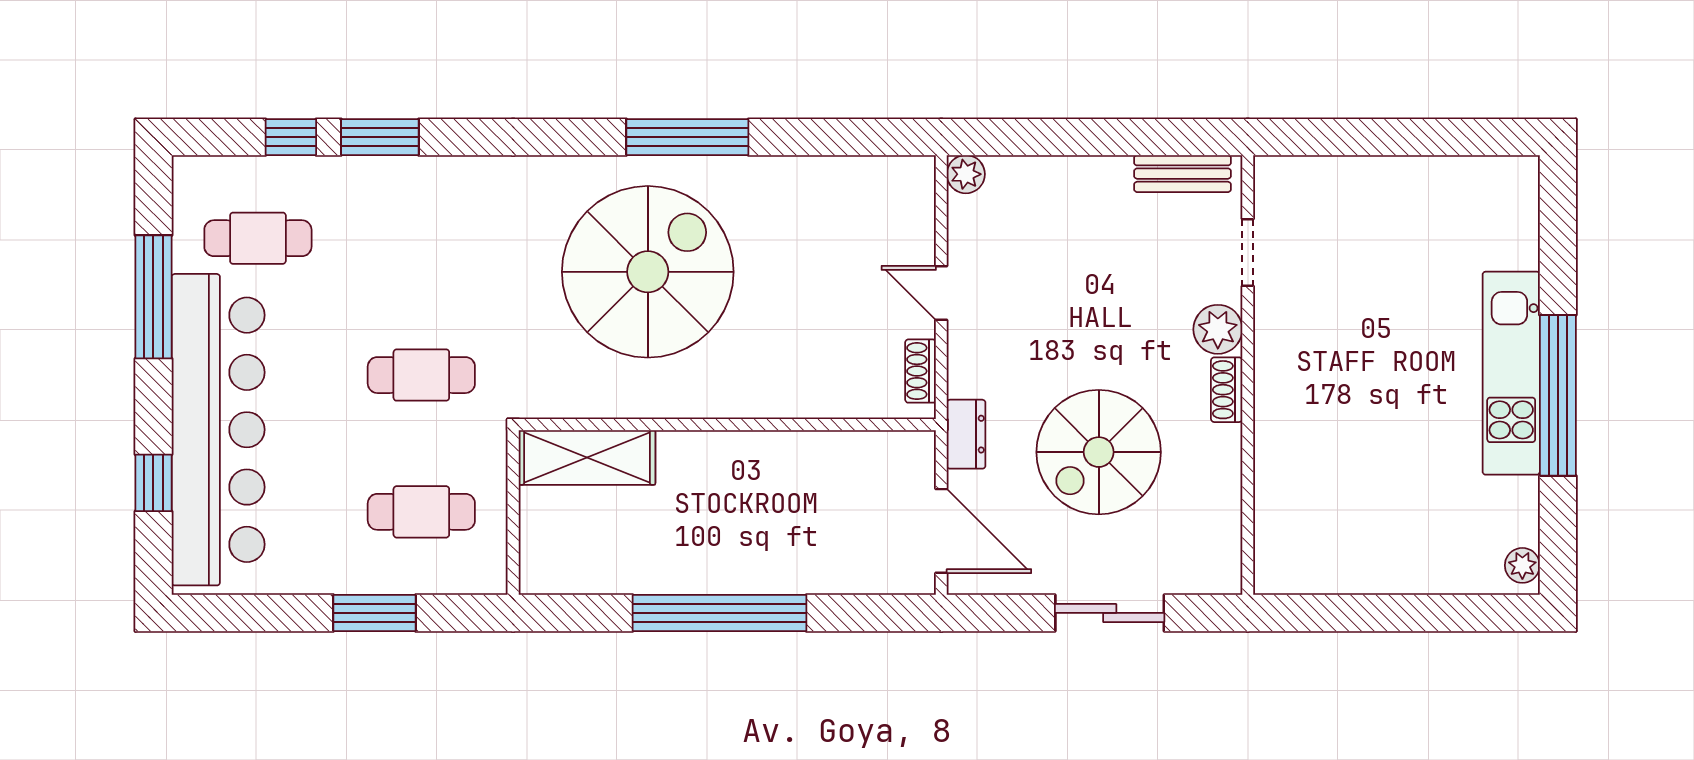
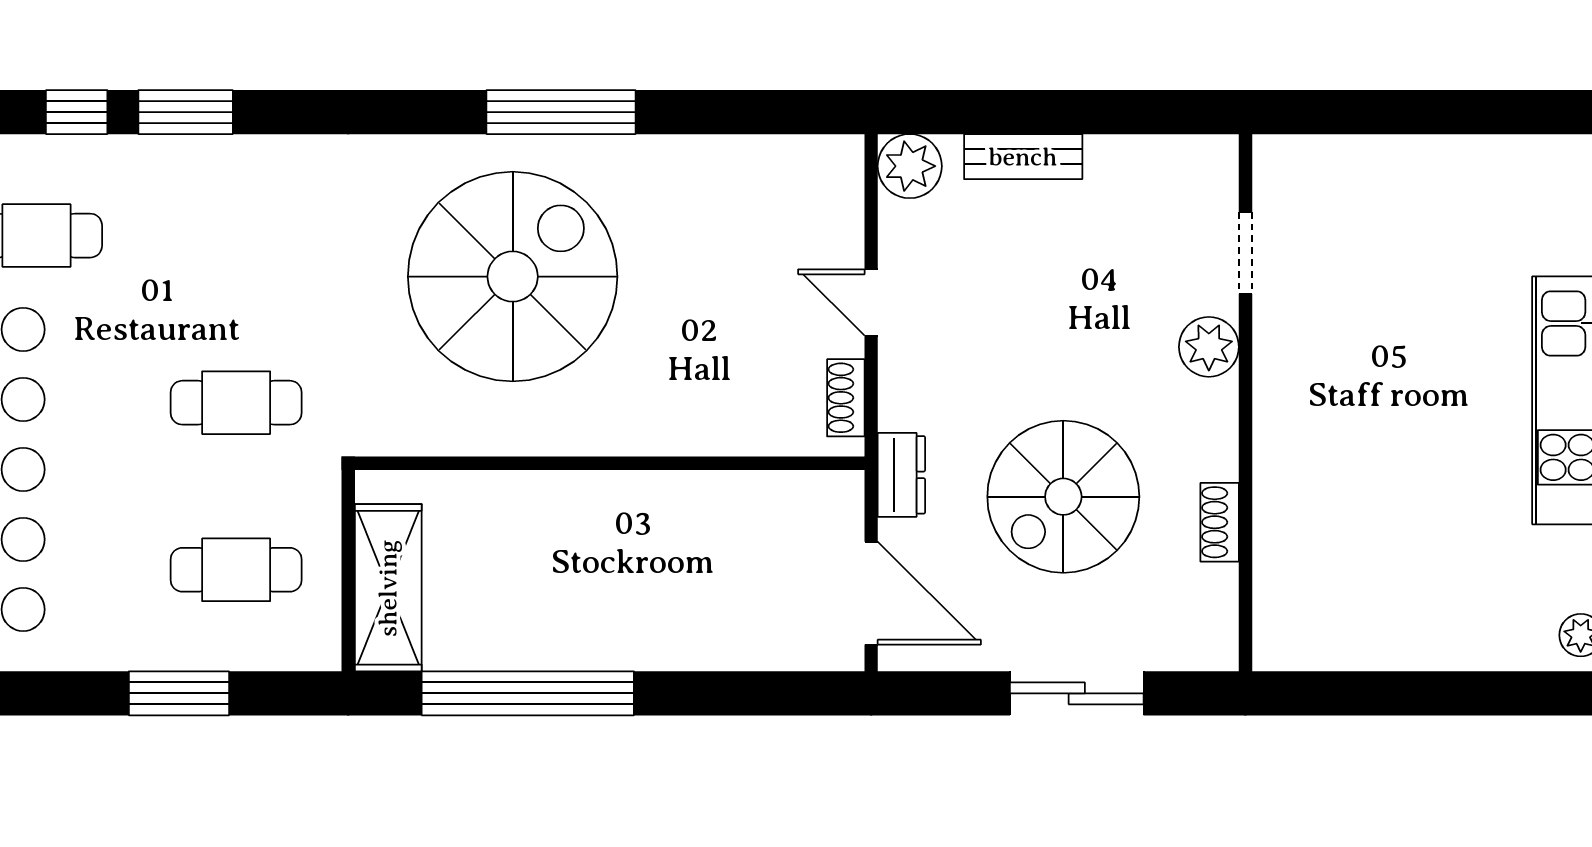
plant: (966, 174) -> (910, 166), width x1.38, depth x1.38
bench: (1183, 174) -> (1023, 157), moved
shoe rack: (1227, 390) -> (1220, 522), moved
shelving: (587, 457) -> (388, 588), moved, turned 90
window: (720, 613) -> (528, 693), moved

